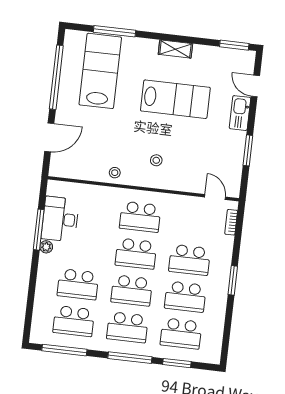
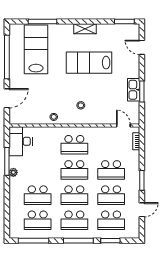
lab bench: (175, 99) -> (89, 63), turned 180
kitchen sink: (240, 113) -> (134, 90), moved
desk: (60, 219) -> (21, 141), moved
door: (228, 323) -> (142, 210), added

